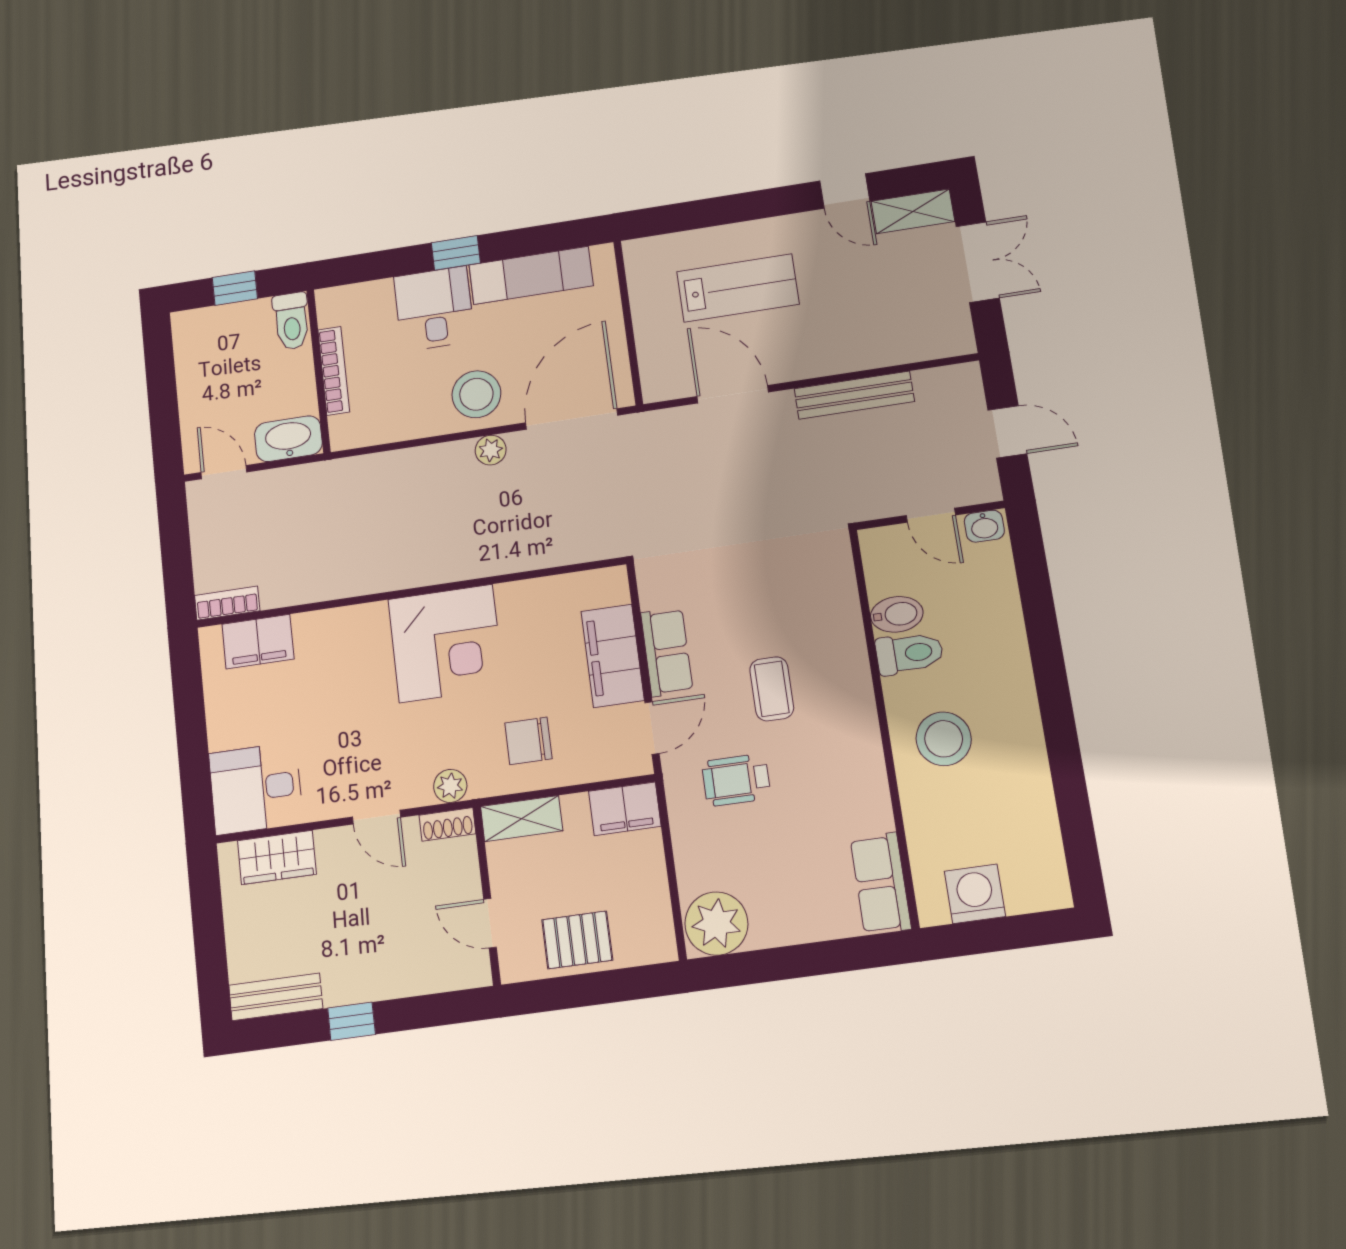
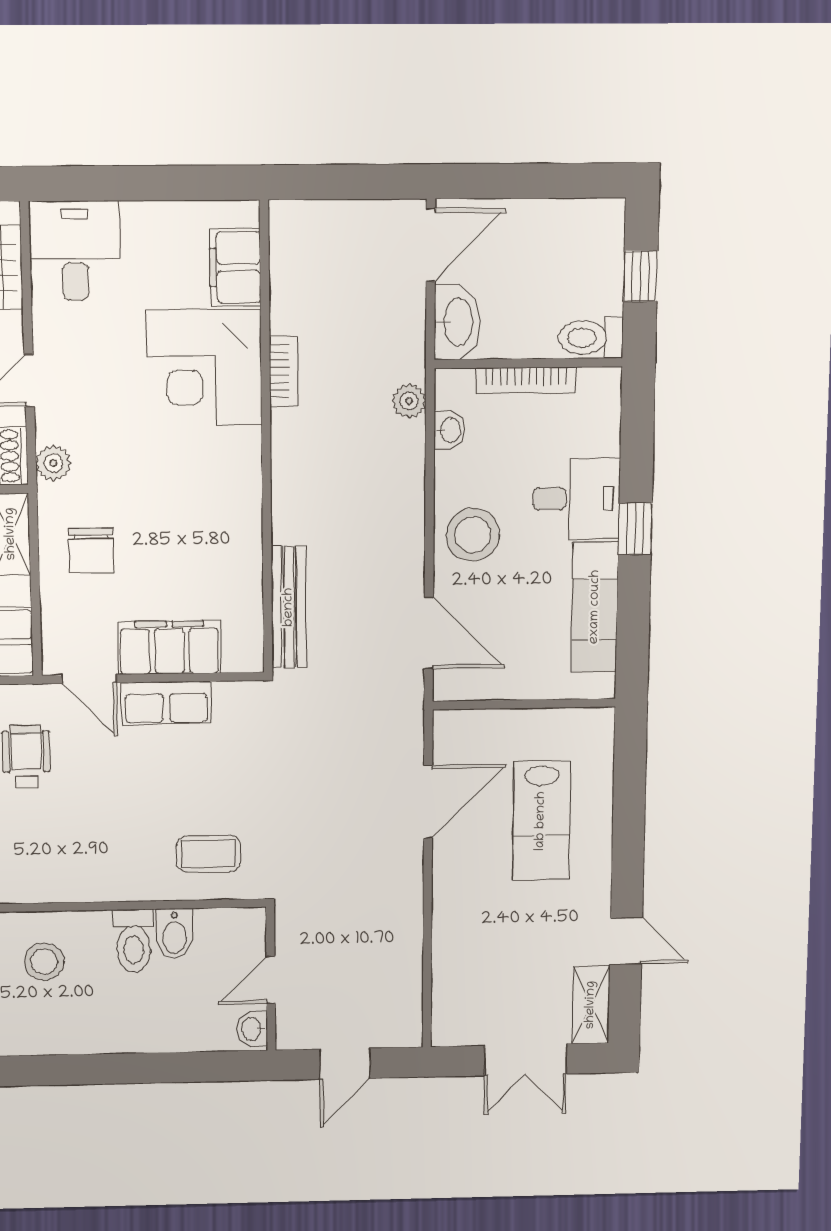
door: (845, 191) -> (626, 941), swing flipped
bench: (854, 395) -> (289, 607), moved
door: (572, 419) -> (429, 633), width x0.73
washbasin: (384, 430) -> (449, 430), added
plant: (491, 450) -> (409, 401), moved
door: (224, 472) -> (431, 245), width x1.38
bookcase: (227, 603) -> (284, 371), moved
corner desk: (446, 643) -> (204, 368), moved
coffee table: (772, 689) -> (208, 854), moved
stool: (944, 739) -> (44, 962), width x0.73, depth x0.73
chair: (528, 741) -> (91, 550), turned 180

